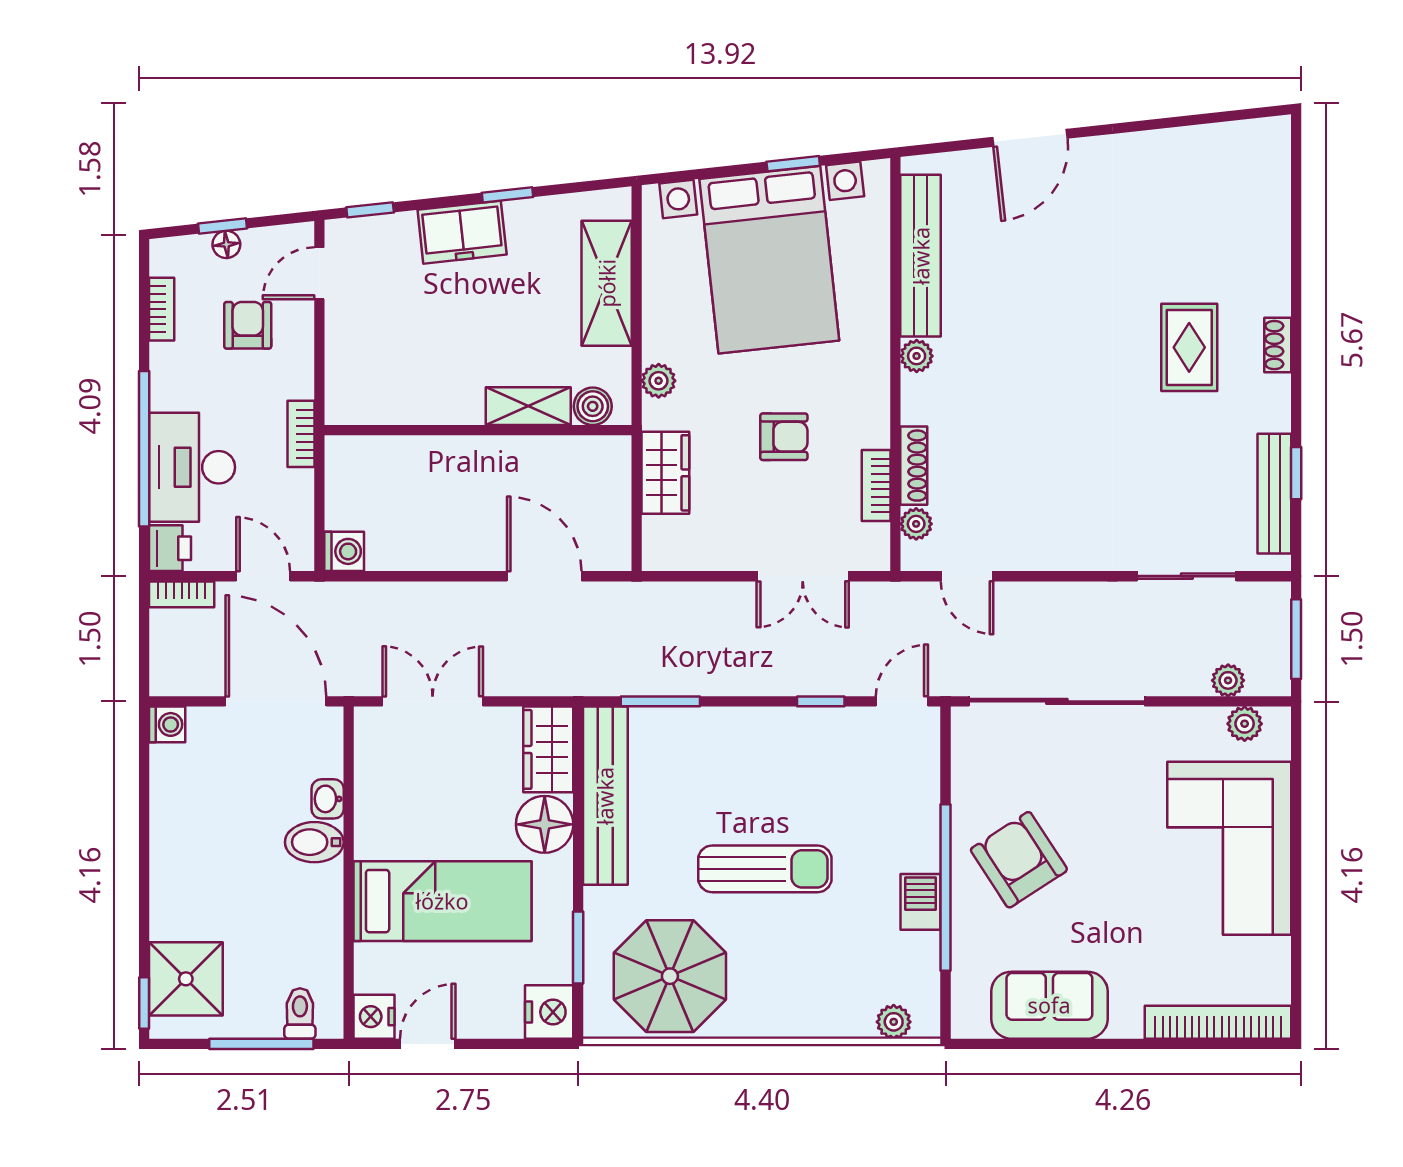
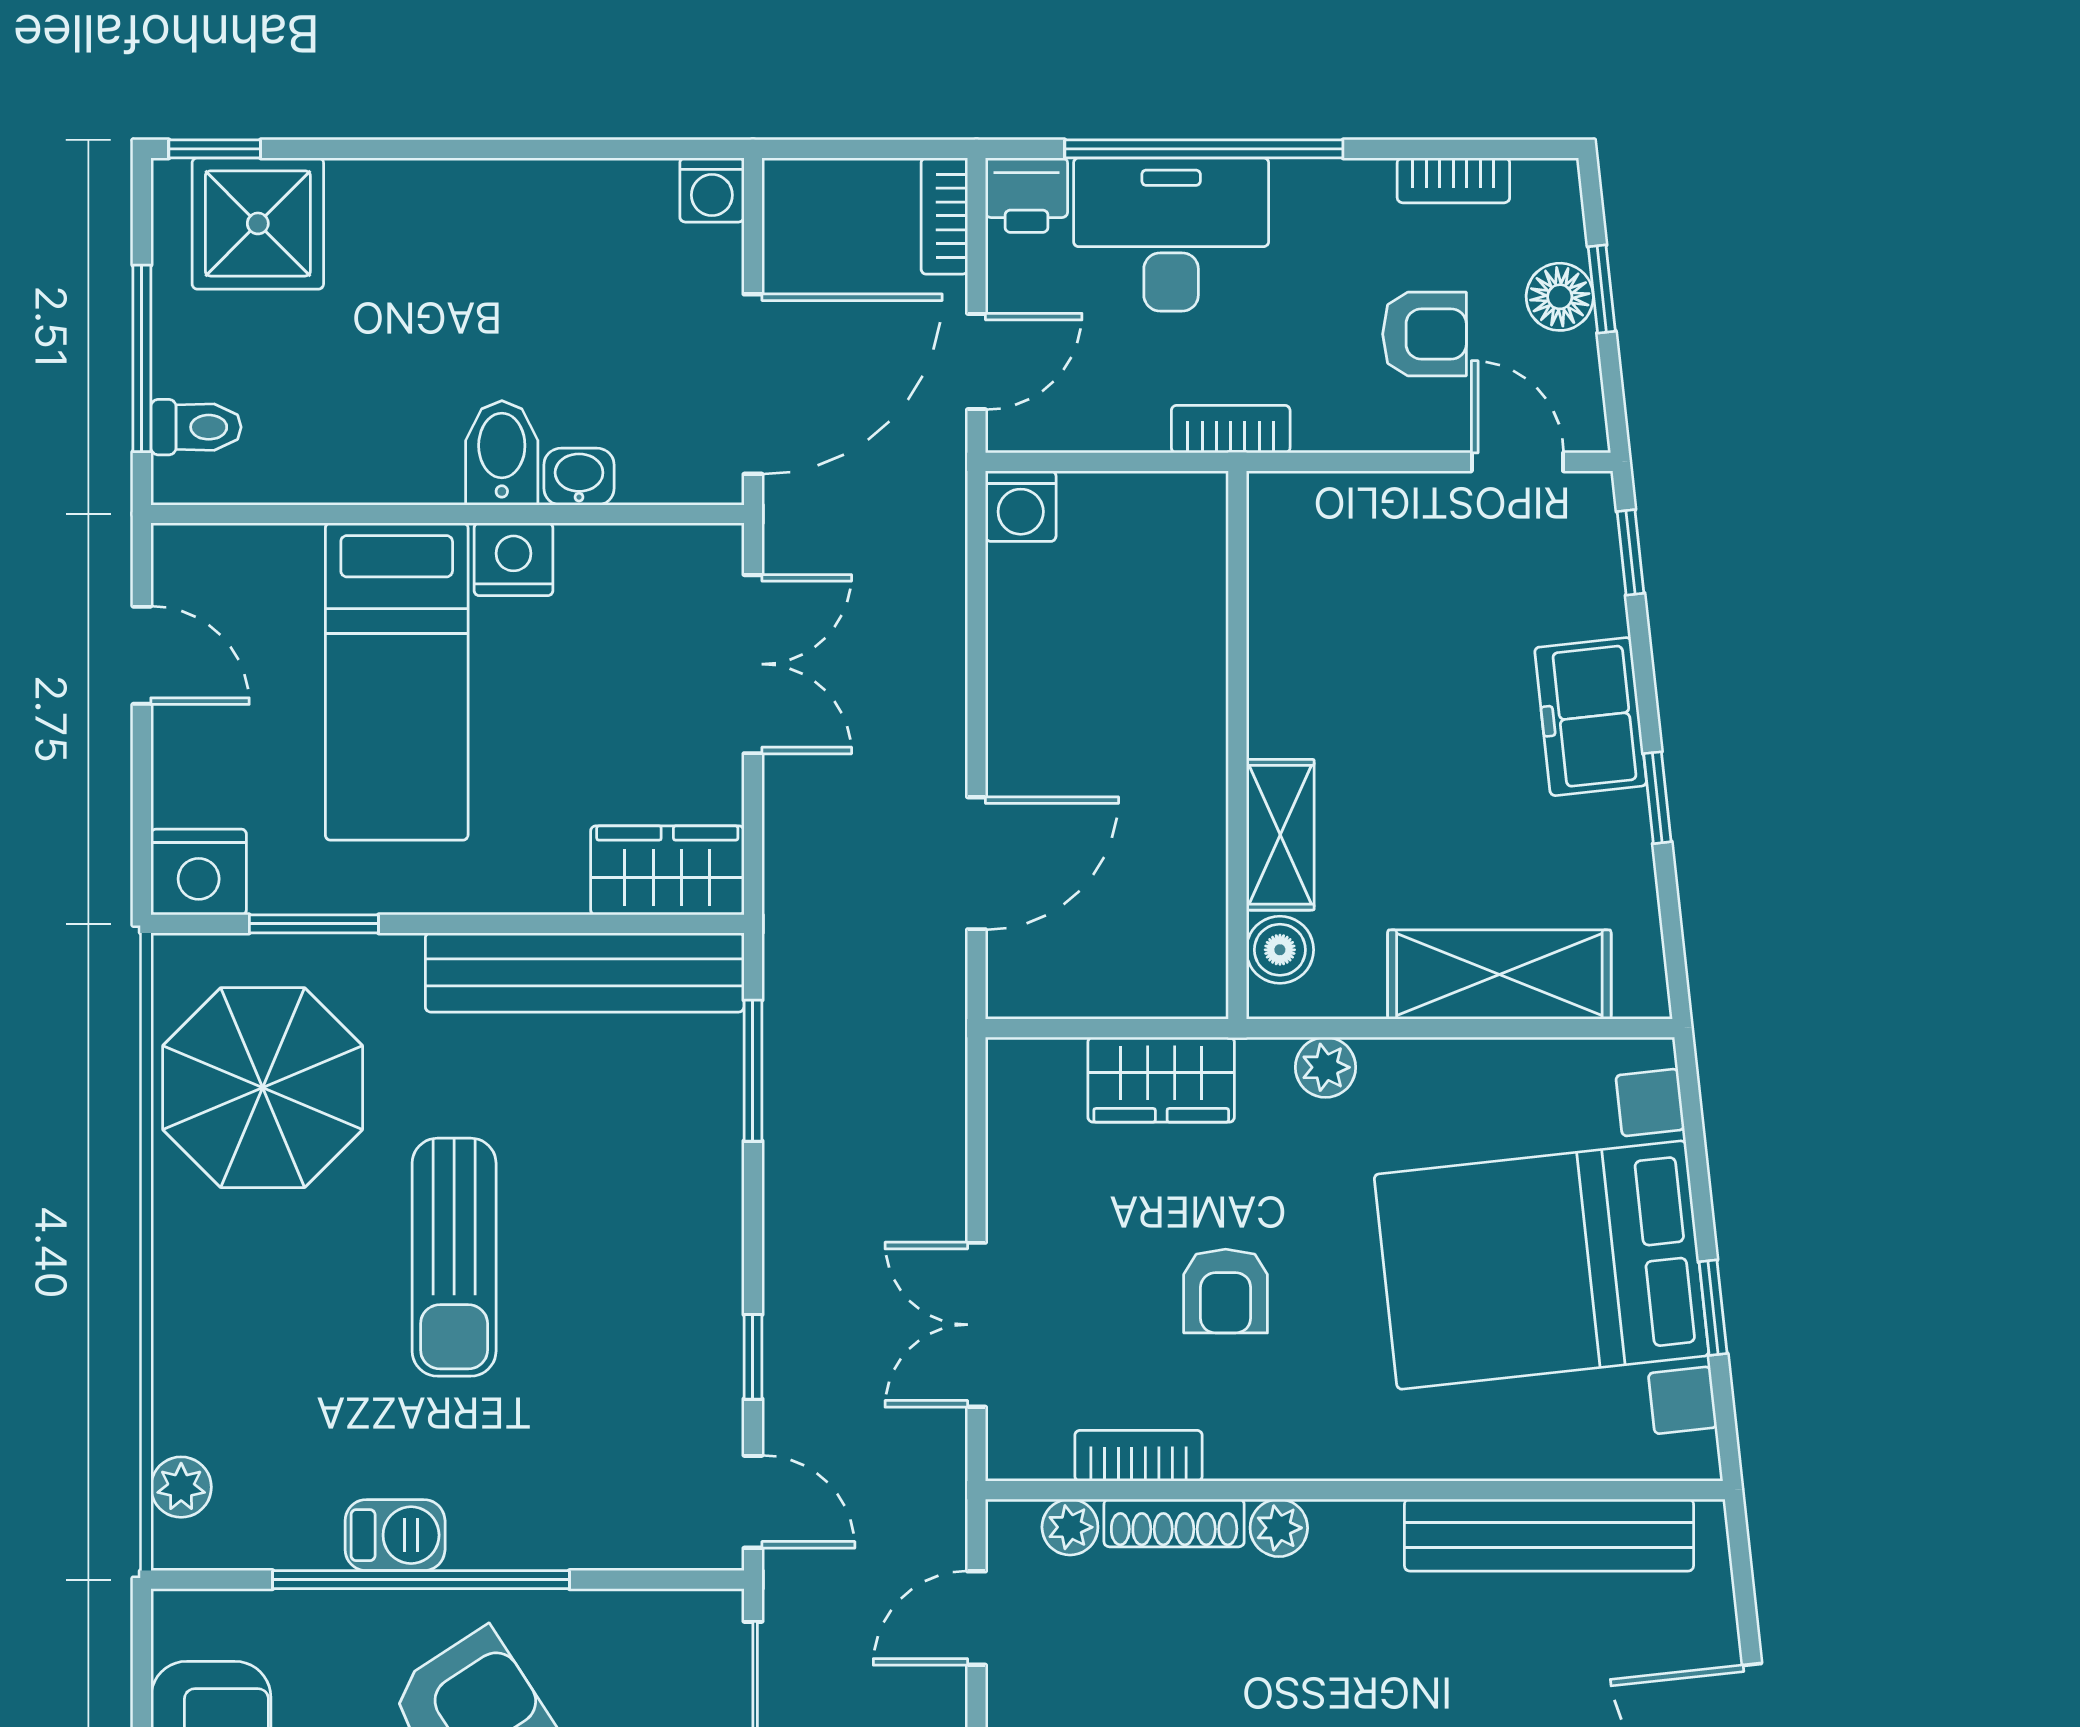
floor lamp: (226, 244) -> (1560, 297), width x1.37, depth x1.37
plant: (917, 356) -> (1279, 1528), moved
floor lamp: (545, 824) -> (534, 864), removed
nightstand: (374, 1017) -> (513, 559), moved

